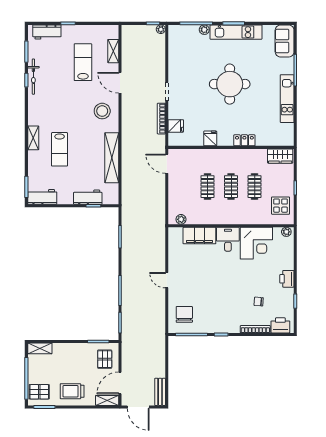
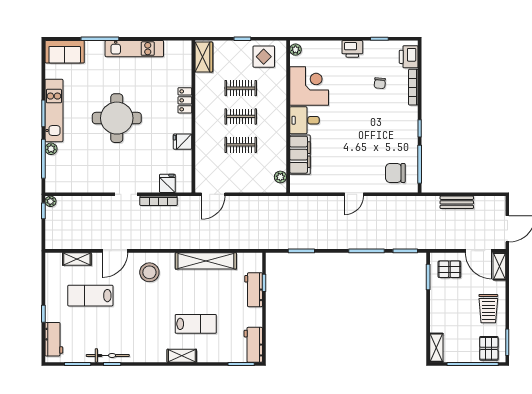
bench: (160, 392) -> (457, 202), moved

